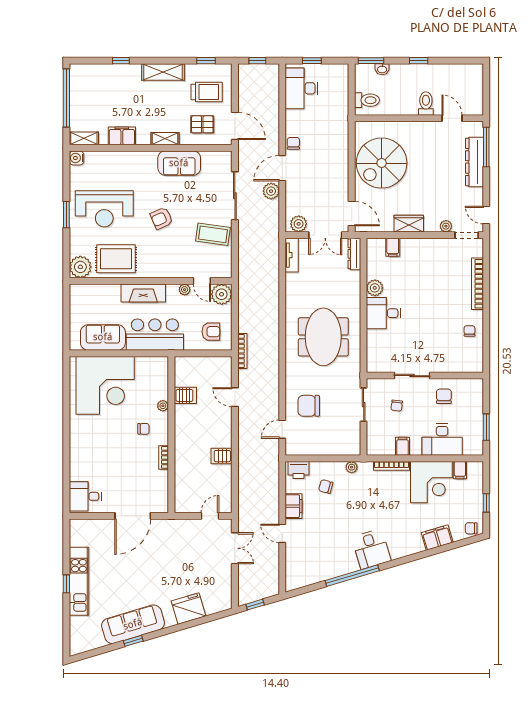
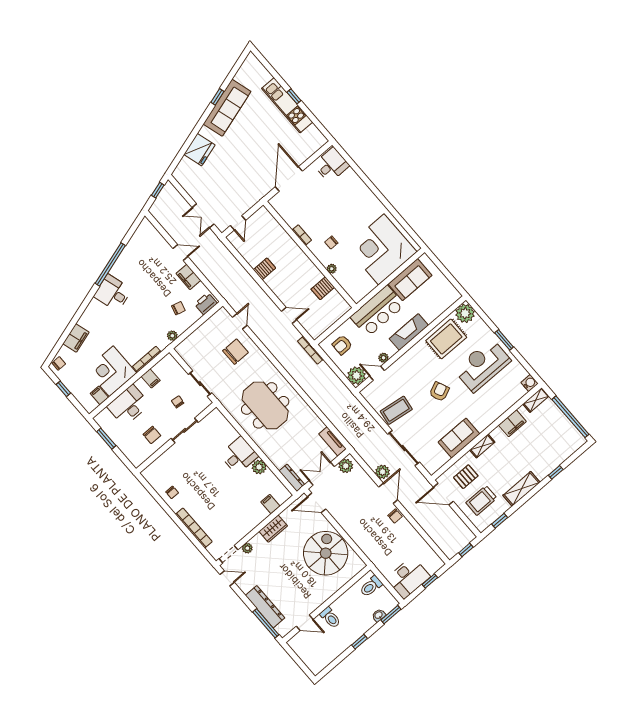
desk: (301, 88) -> (408, 578), moved, turned 90

